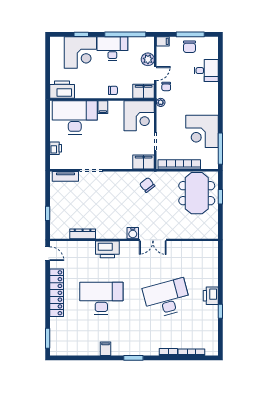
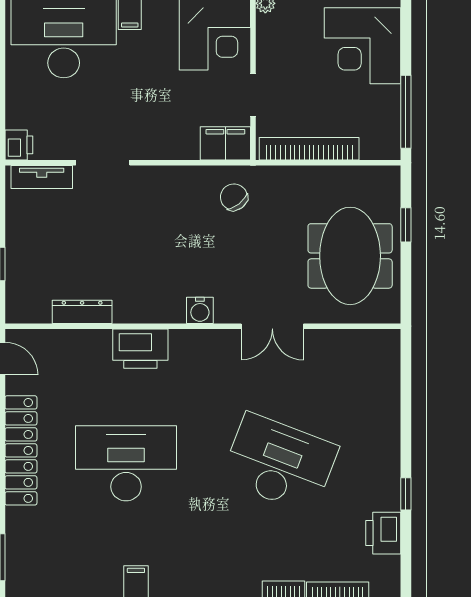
corner desk: (202, 131) -> (363, 46), moved
printer: (56, 148) -> (19, 145), moved
meeting table: (197, 193) -> (350, 256), moved
double door: (153, 240) -> (272, 326), moved
printer: (211, 296) -> (383, 533), moved
desk: (167, 298) -> (280, 463), turned 36

